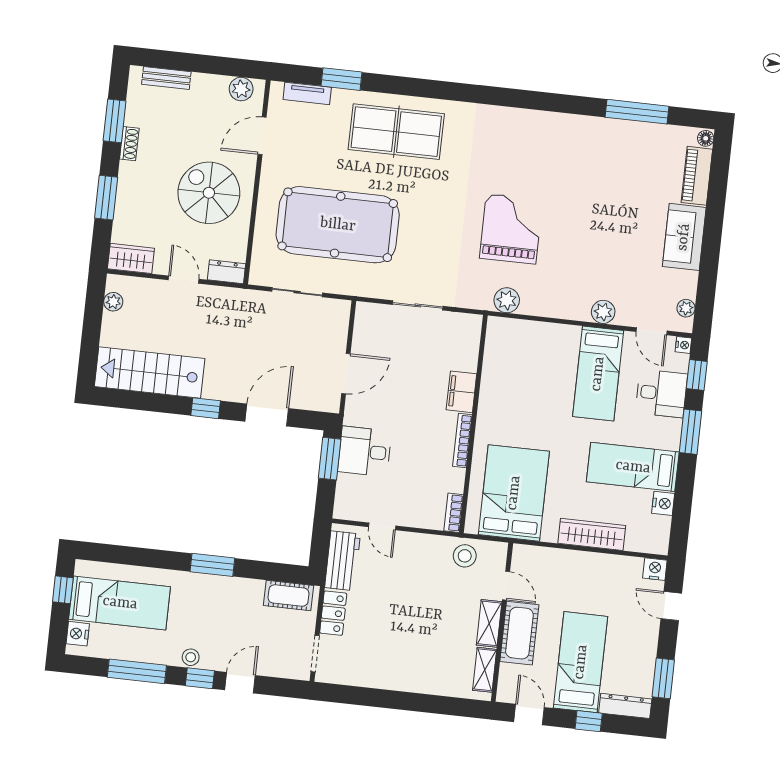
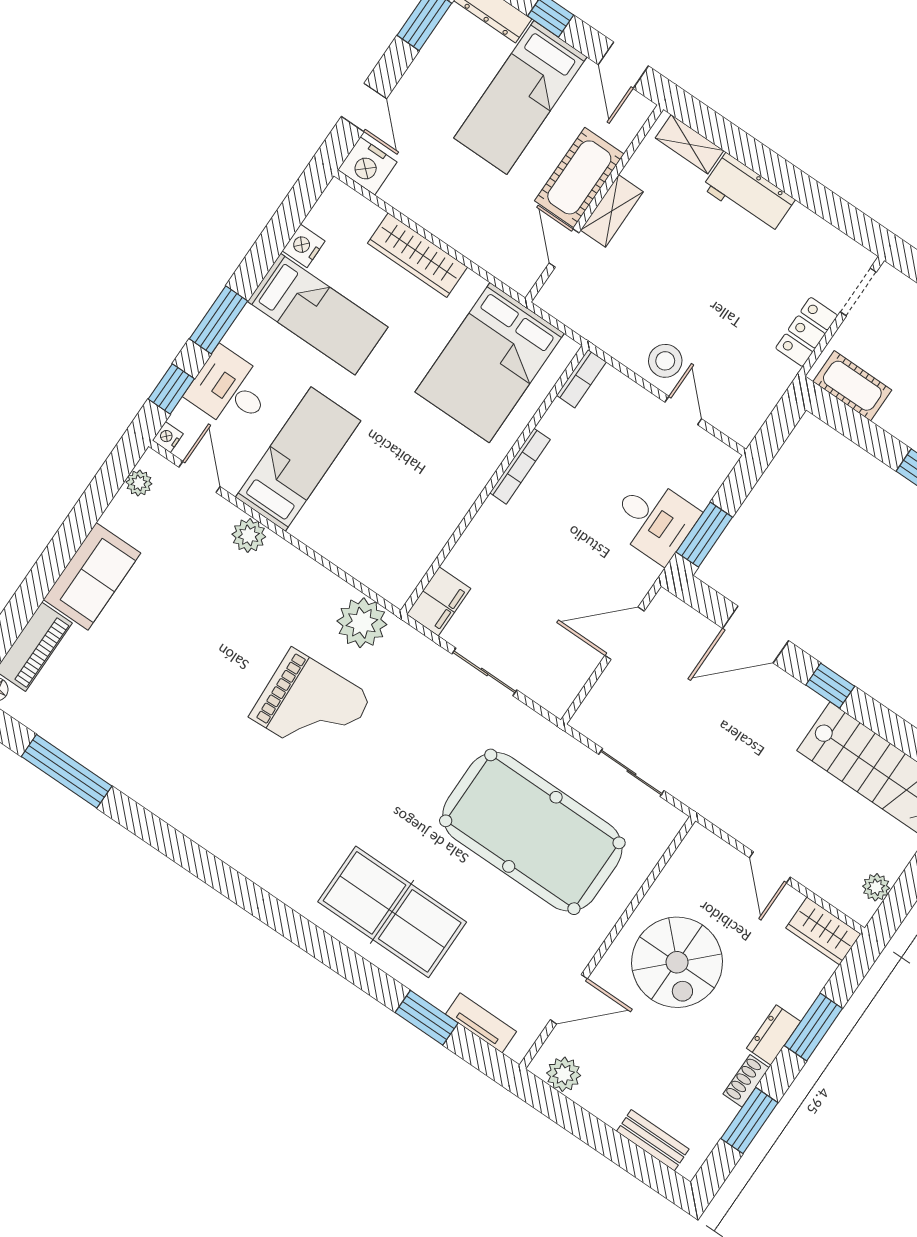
grand piano: (511, 229) -> (311, 707), turned -93
dresser: (227, 272) -> (774, 1035), moved, turned 90
plant: (507, 300) -> (362, 623), width x1.36, depth x1.36
filing cabinet: (461, 392) -> (439, 601), moved
stool: (465, 556) -> (665, 361), moved
workbench: (342, 561) -> (749, 194), moved, turned -90
nightstand: (655, 569) -> (367, 166), width x1.36, depth x1.33
shelving: (485, 670) -> (689, 144), moved, turned 90

